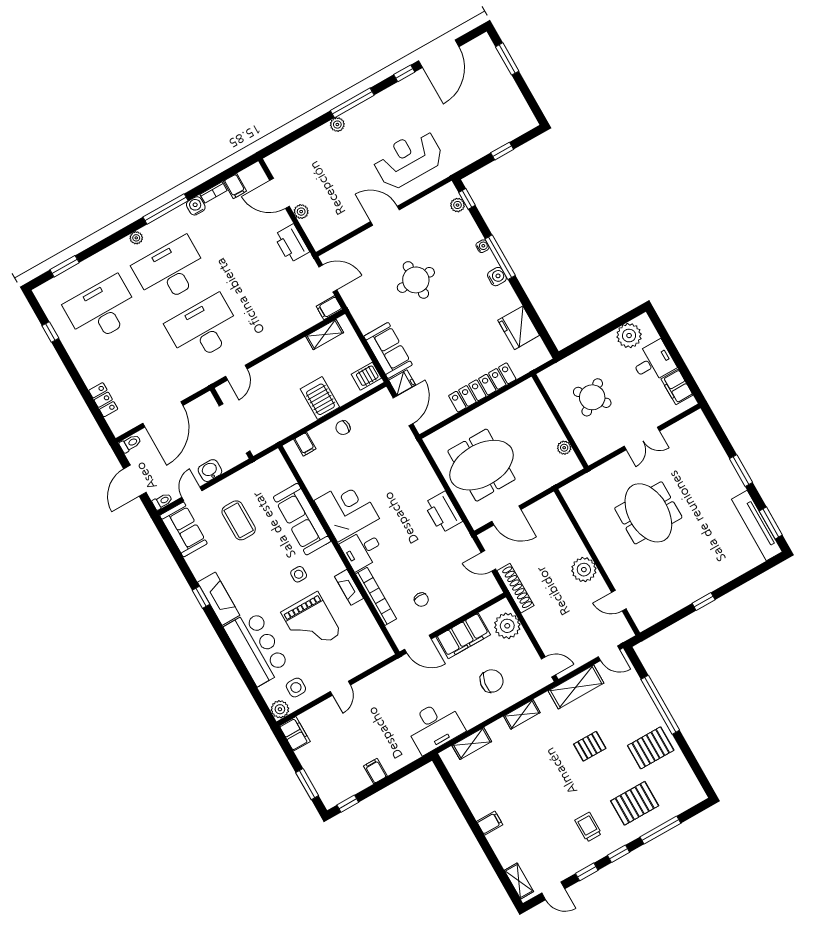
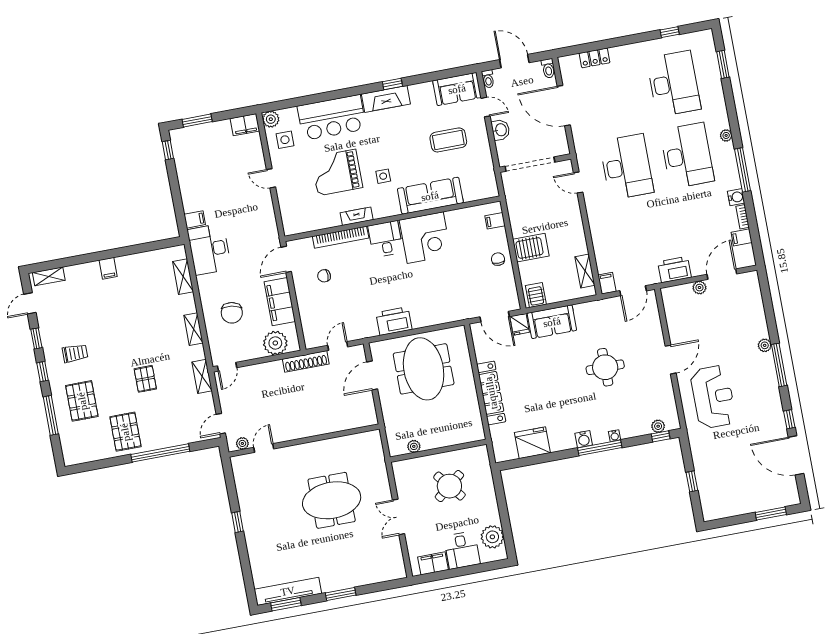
plant: (584, 570) -> (242, 443), moved, width x0.53, depth x0.53
shelving: (576, 687) -> (202, 376), width x0.67, depth x0.75
filing cabinet: (375, 771) -> (195, 219), moved

